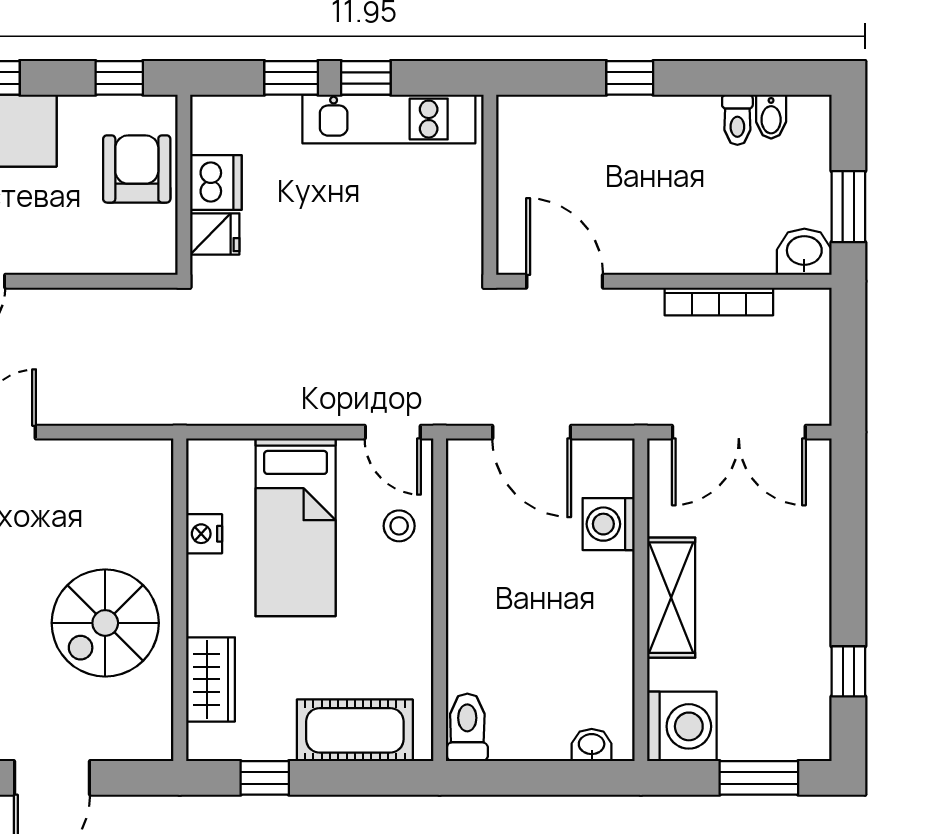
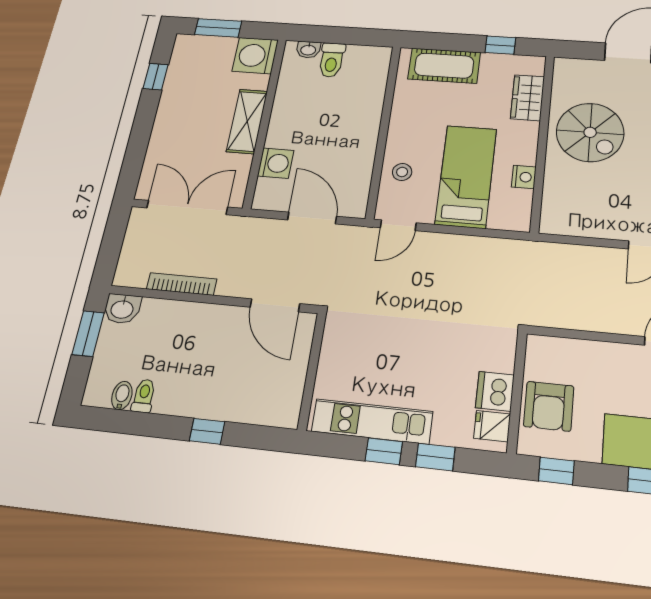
fridge: (215, 234) -> (492, 426), moved
door: (393, 432) -> (398, 225), swing flipped
spiral stairs: (105, 623) -> (590, 132), turned 90
toilet: (467, 727) -> (332, 60), moved

